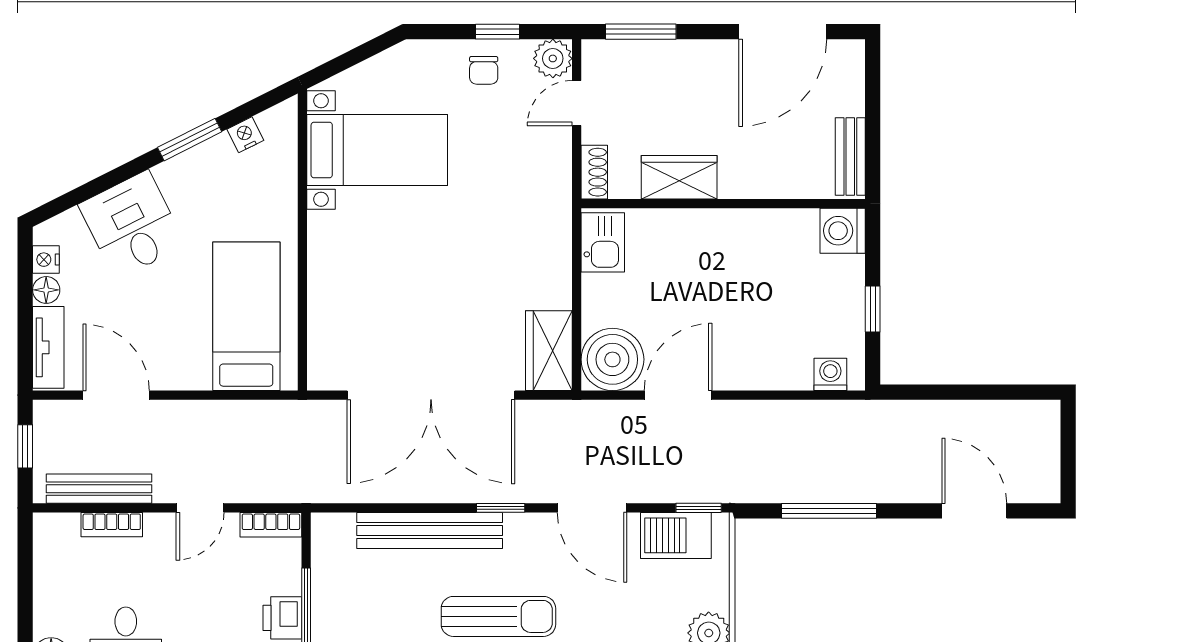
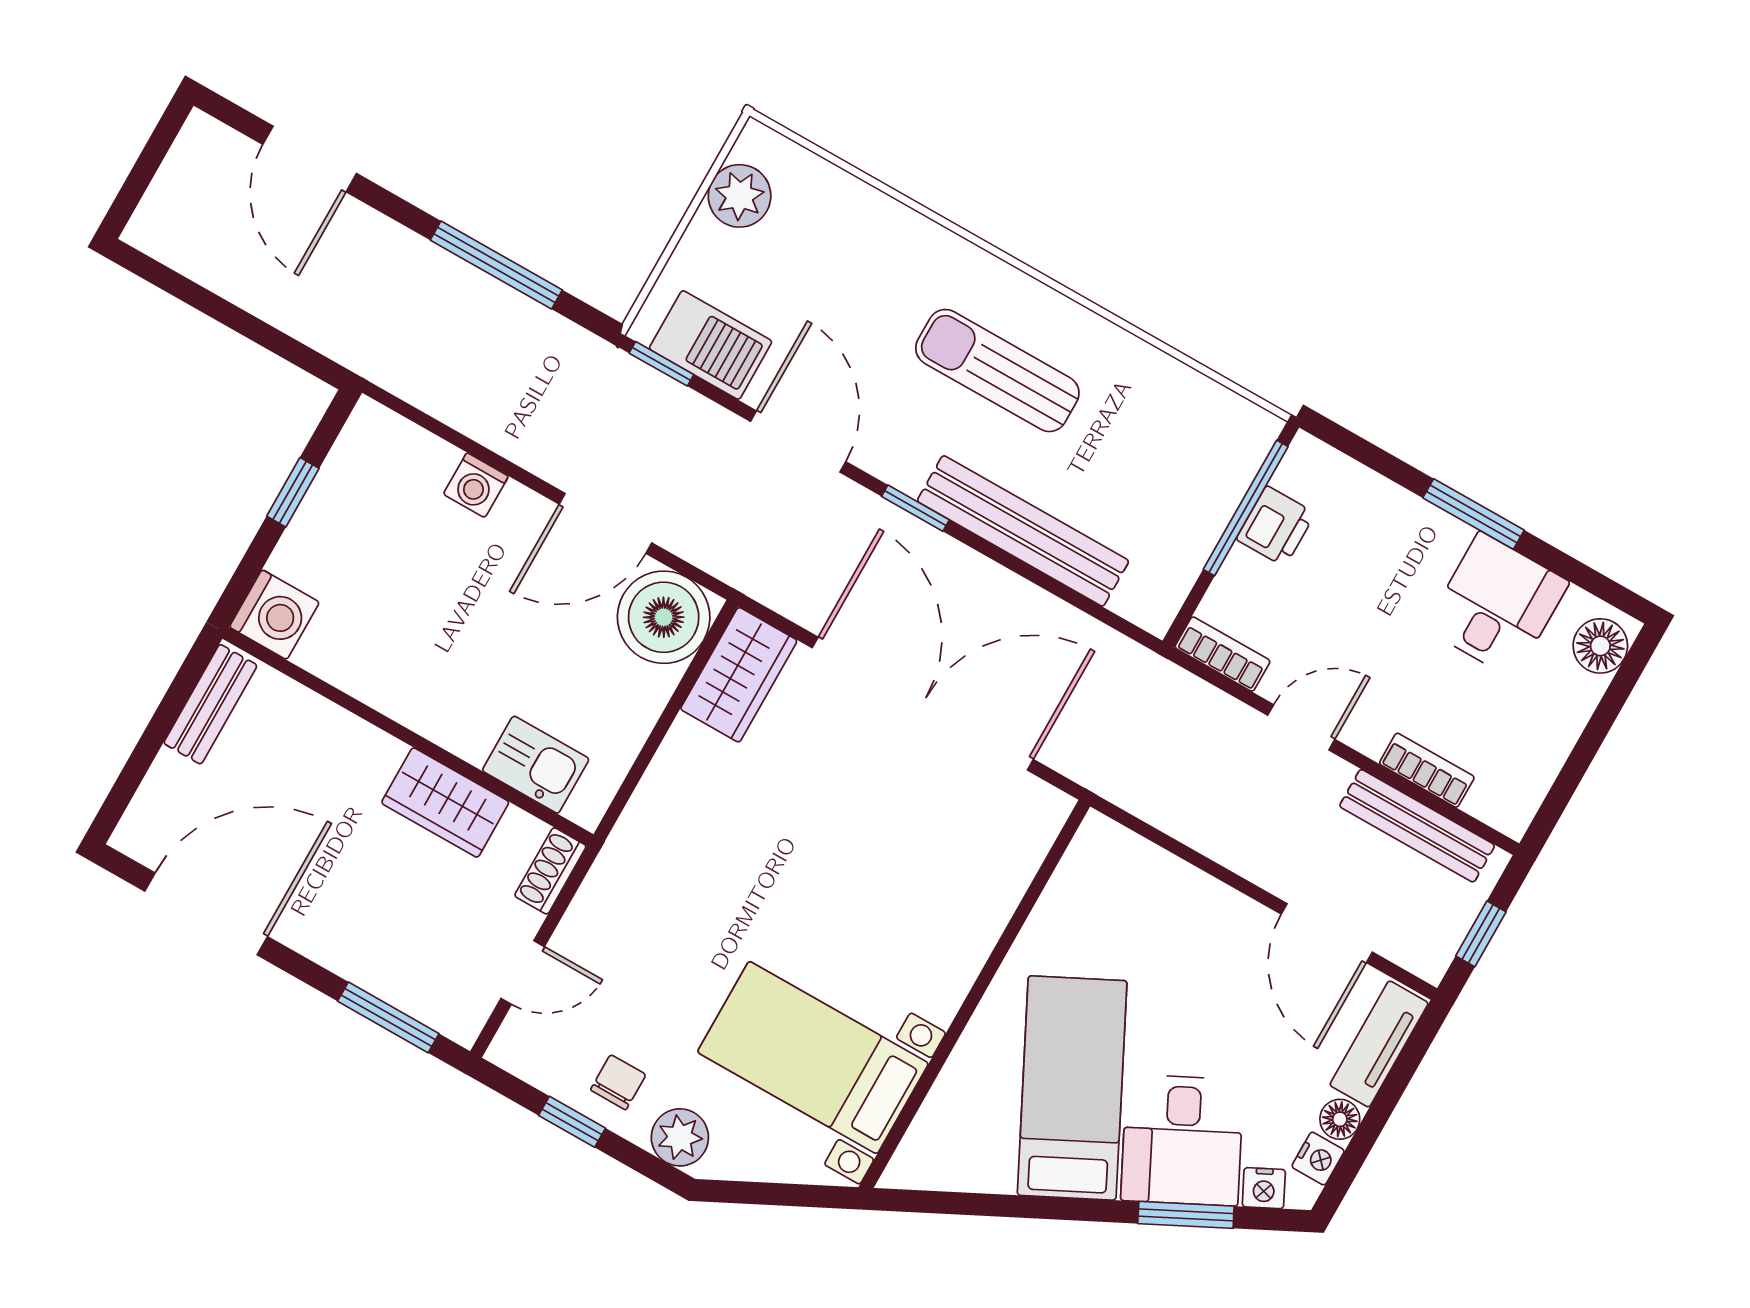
plant: (553, 58) -> (680, 1137), moved
nightstand: (245, 135) -> (1264, 1188), moved
window: (190, 140) -> (1186, 1215), moved
kitchen sink: (603, 242) -> (536, 765), moved, turned 90
bed: (246, 316) -> (1072, 1088), moved, turned 153
washing machine: (830, 374) -> (476, 485), moved

